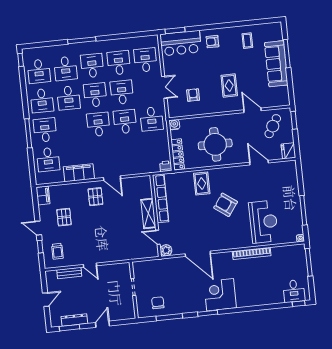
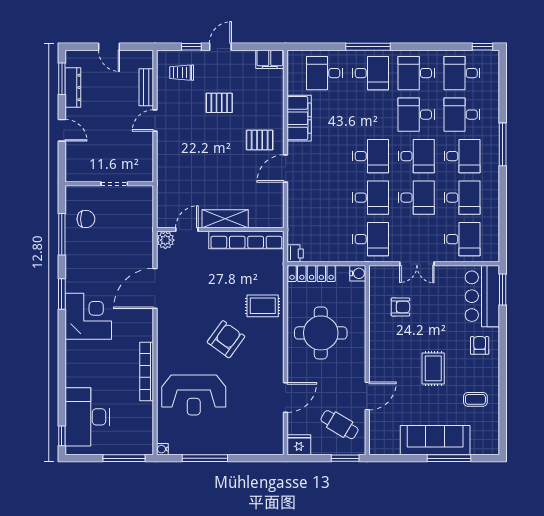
rug: (229, 86) -> (433, 368), moved, turned 90
desk: (152, 119) -> (370, 239), turned 180
pallet: (64, 217) -> (219, 103), moved
desk: (294, 291) -> (87, 417), width x1.87, depth x1.30

